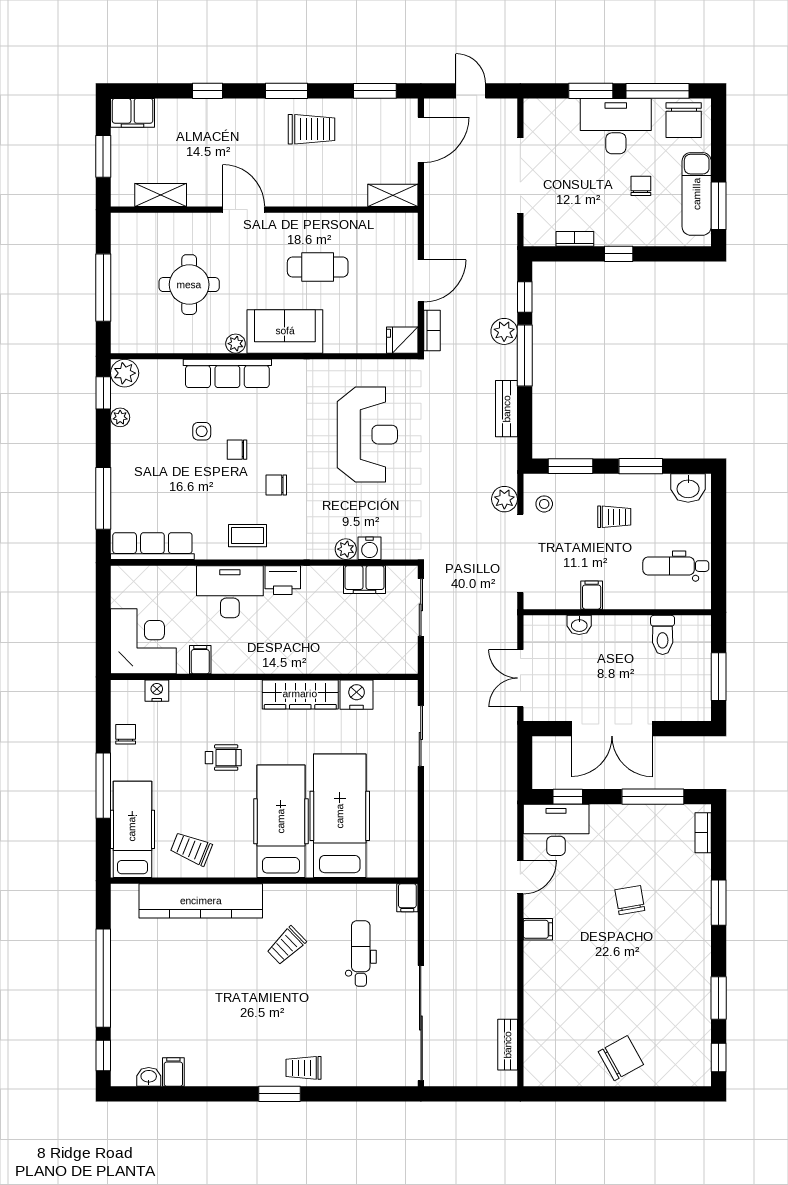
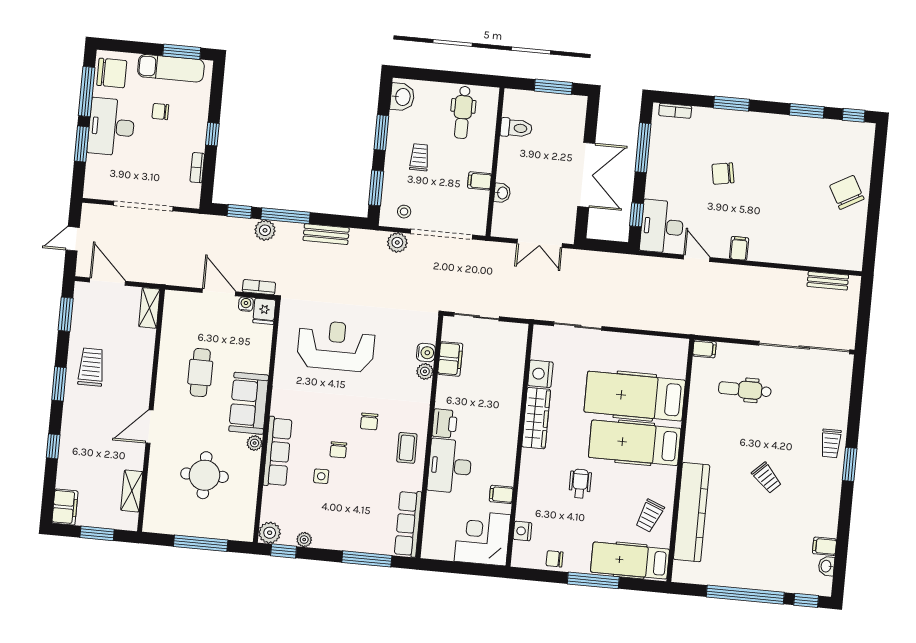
water cooler: (409, 316) -> (246, 304), added
trolley: (286, 946) -> (767, 478), moved

